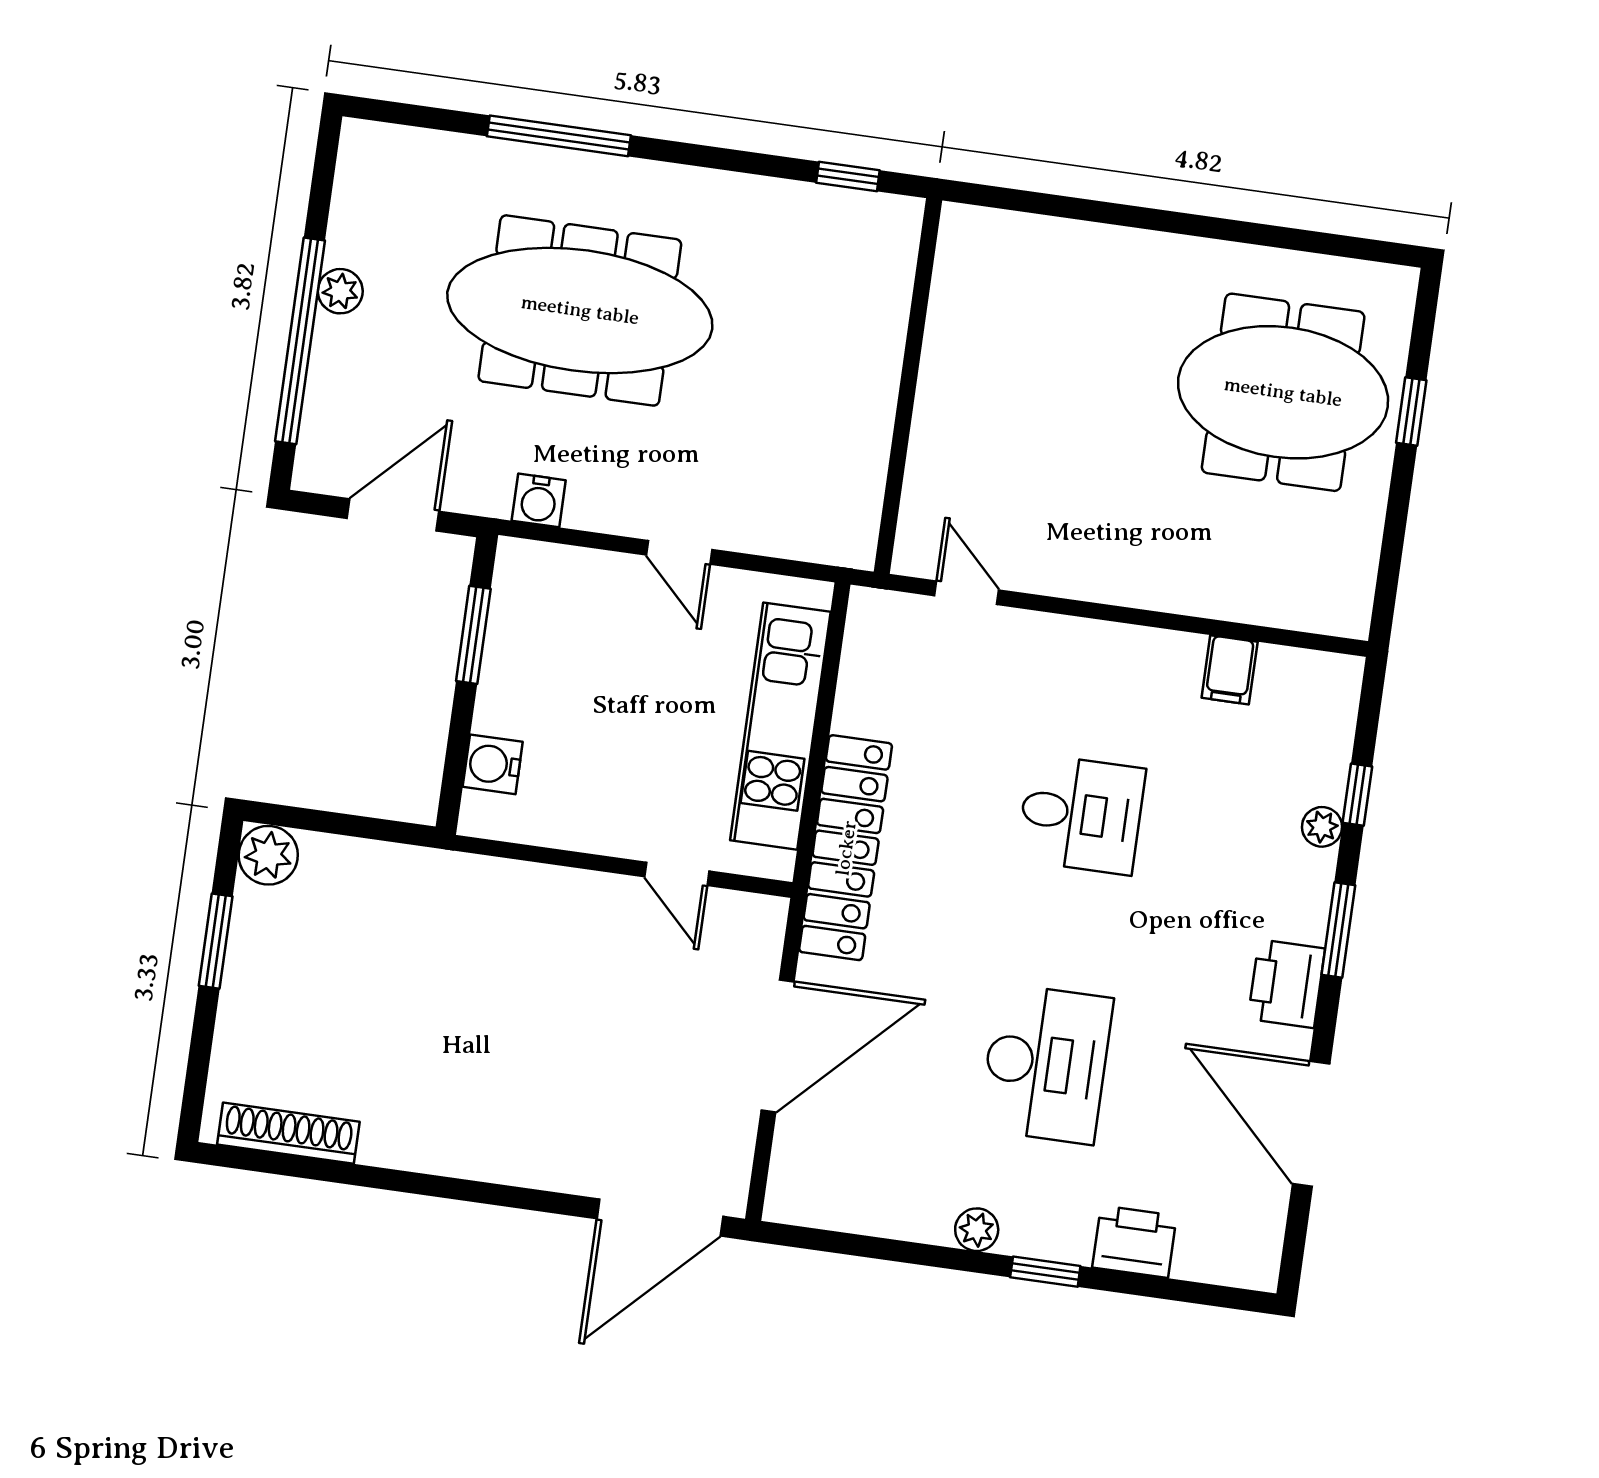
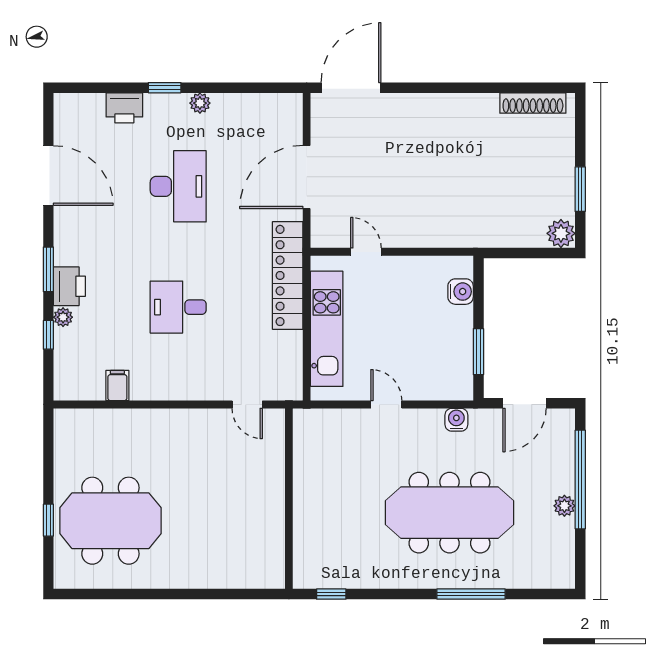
printer: (1286, 984) -> (69, 286), moved
desk: (1046, 1064) -> (178, 186), turned 180

